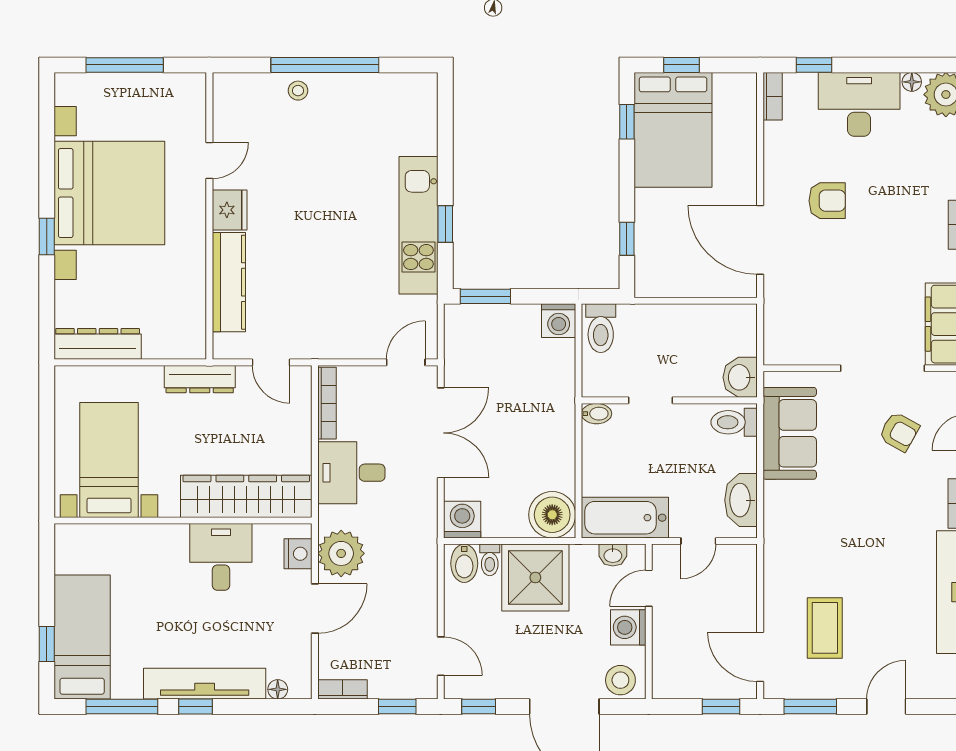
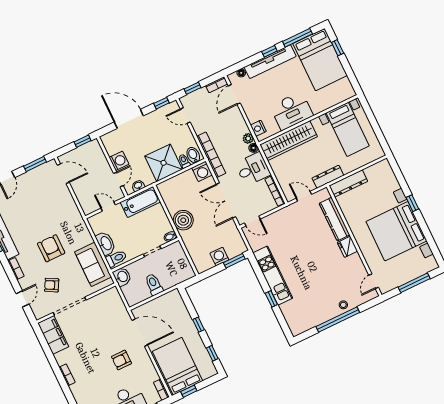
window: (681, 65) -> (189, 391), moved
bed: (673, 130) -> (178, 366), moved
door: (209, 161) -> (374, 281), moved
window: (445, 224) -> (271, 299), moved
window: (627, 239) -> (198, 325), moved
washing machine: (559, 321) -> (219, 256), moved
toilet: (601, 328) -> (154, 284), moved
dresser: (98, 344) -> (348, 183), moved
door: (406, 362) -> (252, 221), hinge flipped
washbasin: (741, 500) -> (106, 243), moved
armchair: (862, 511) -> (51, 248), added
boiler: (552, 515) -> (183, 220), moved
floor lamp: (329, 517) -> (253, 148), added
door: (698, 541) -> (108, 207), hinge flipped
bookcase: (426, 546) -> (211, 155), added
plant: (341, 553) -> (248, 138), width x0.53, depth x0.53
desk: (221, 557) -> (292, 111), width x1.37
door: (315, 609) -> (234, 94), moved
coffee table: (825, 628) -> (44, 197), removed
bed: (82, 637) -> (320, 60), width x1.50
stool: (620, 680) -> (112, 139), removed
window: (721, 707) -> (82, 141), moved

